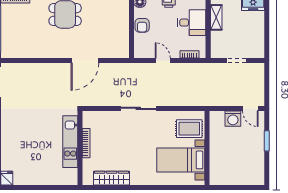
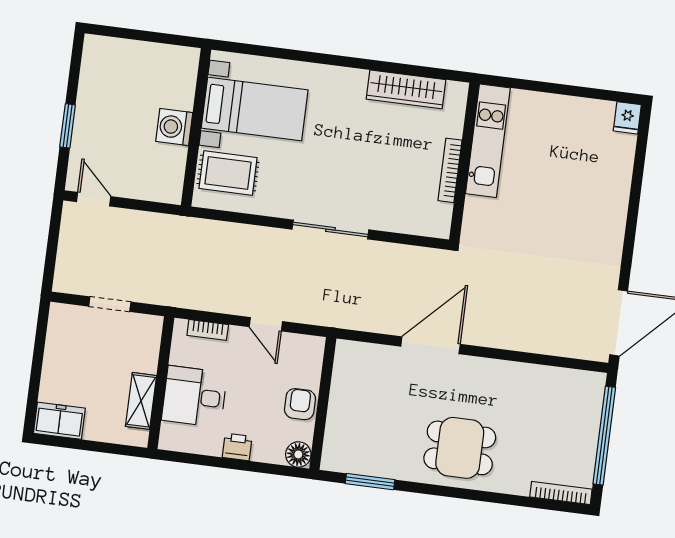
washing machine: (233, 119) -> (174, 127), moved, turned -90
kitchen unit: (70, 142) -> (488, 141), moved

